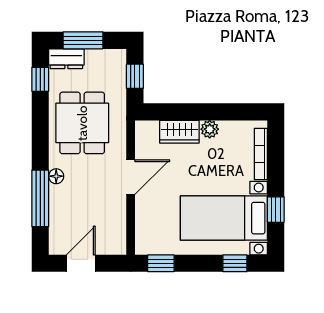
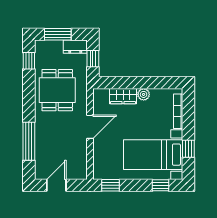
dresser: (66, 59) -> (75, 47), moved
floor lamp: (56, 176) -> (40, 126), removed

